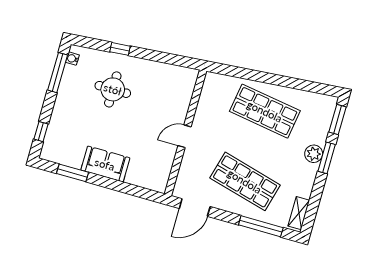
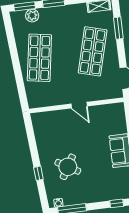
round table: (113, 89) -> (68, 167), turned 30
plant: (314, 154) -> (32, 16), moved
window: (261, 226) -> (118, 28), width x0.69

